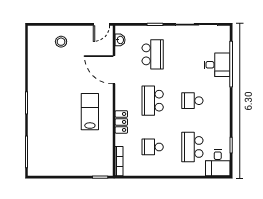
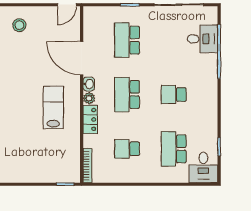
washbasin: (120, 40) -> (89, 84), moved
school desk: (153, 54) -> (127, 40), turned 180
desk: (217, 65) -> (202, 39), moved
plant: (120, 104) -> (89, 98), added

